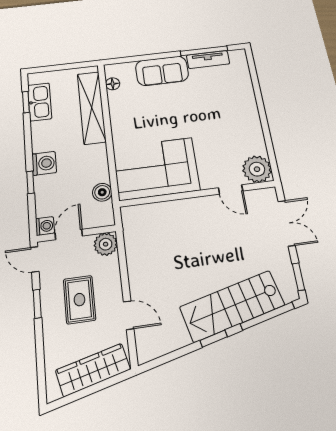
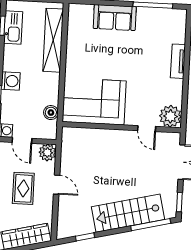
tv unit: (208, 60) -> (178, 61), moved, turned 90
floor lamp: (113, 84) -> (73, 22), removed
door: (69, 235) -> (22, 140), swing flipped
door: (129, 315) -> (57, 185), moved
window: (214, 339) -> (85, 237), moved

